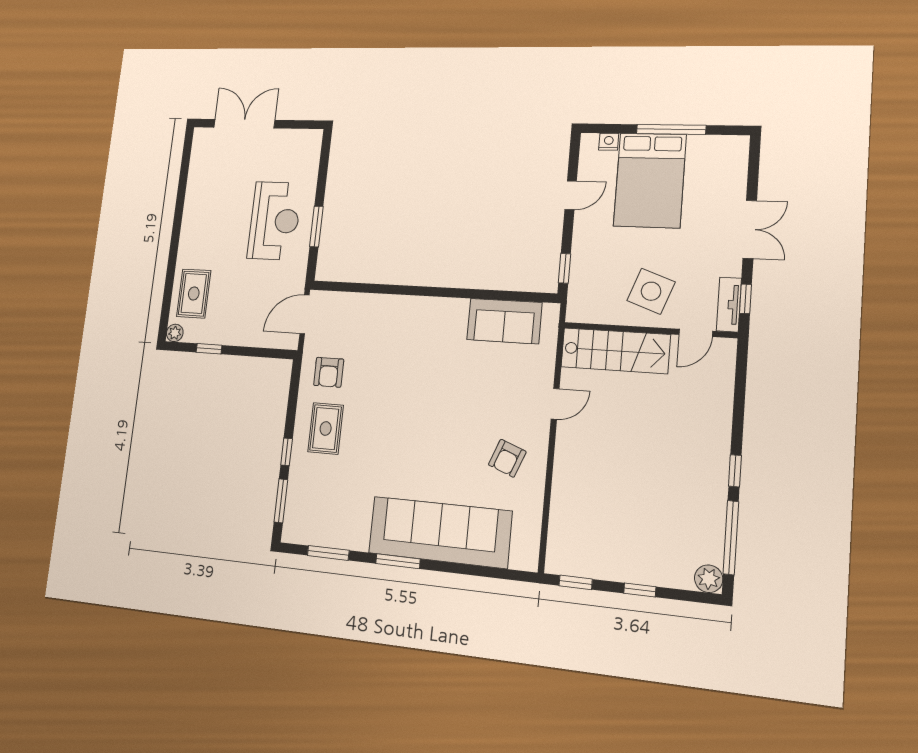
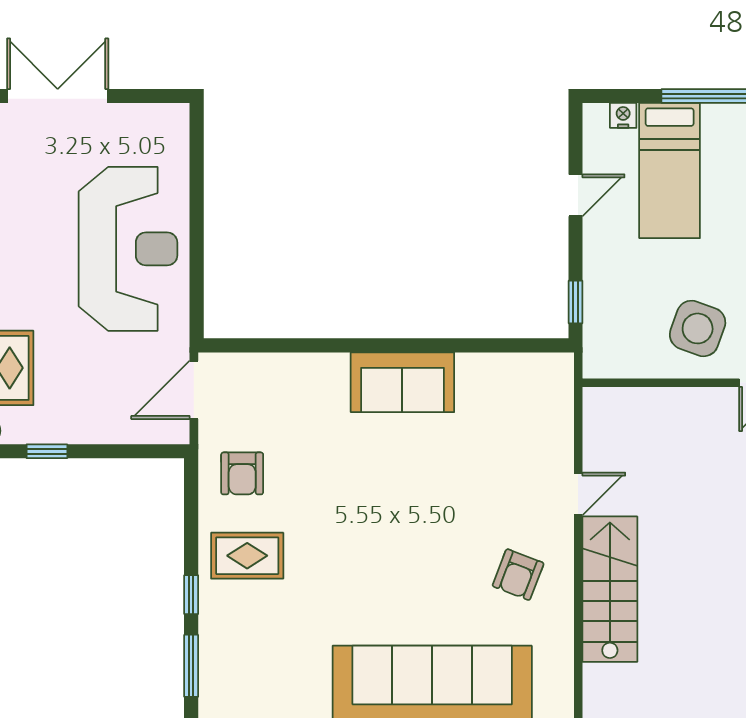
bed: (650, 180) -> (670, 171), width x0.67
reception desk: (275, 221) -> (128, 249), width x1.36, depth x1.30
window: (316, 227) -> (197, 255), removed
sofa: (504, 321) -> (402, 382), moved
stairs: (615, 351) -> (610, 589), moved, turned -90
rug: (326, 428) -> (247, 556), turned 90

